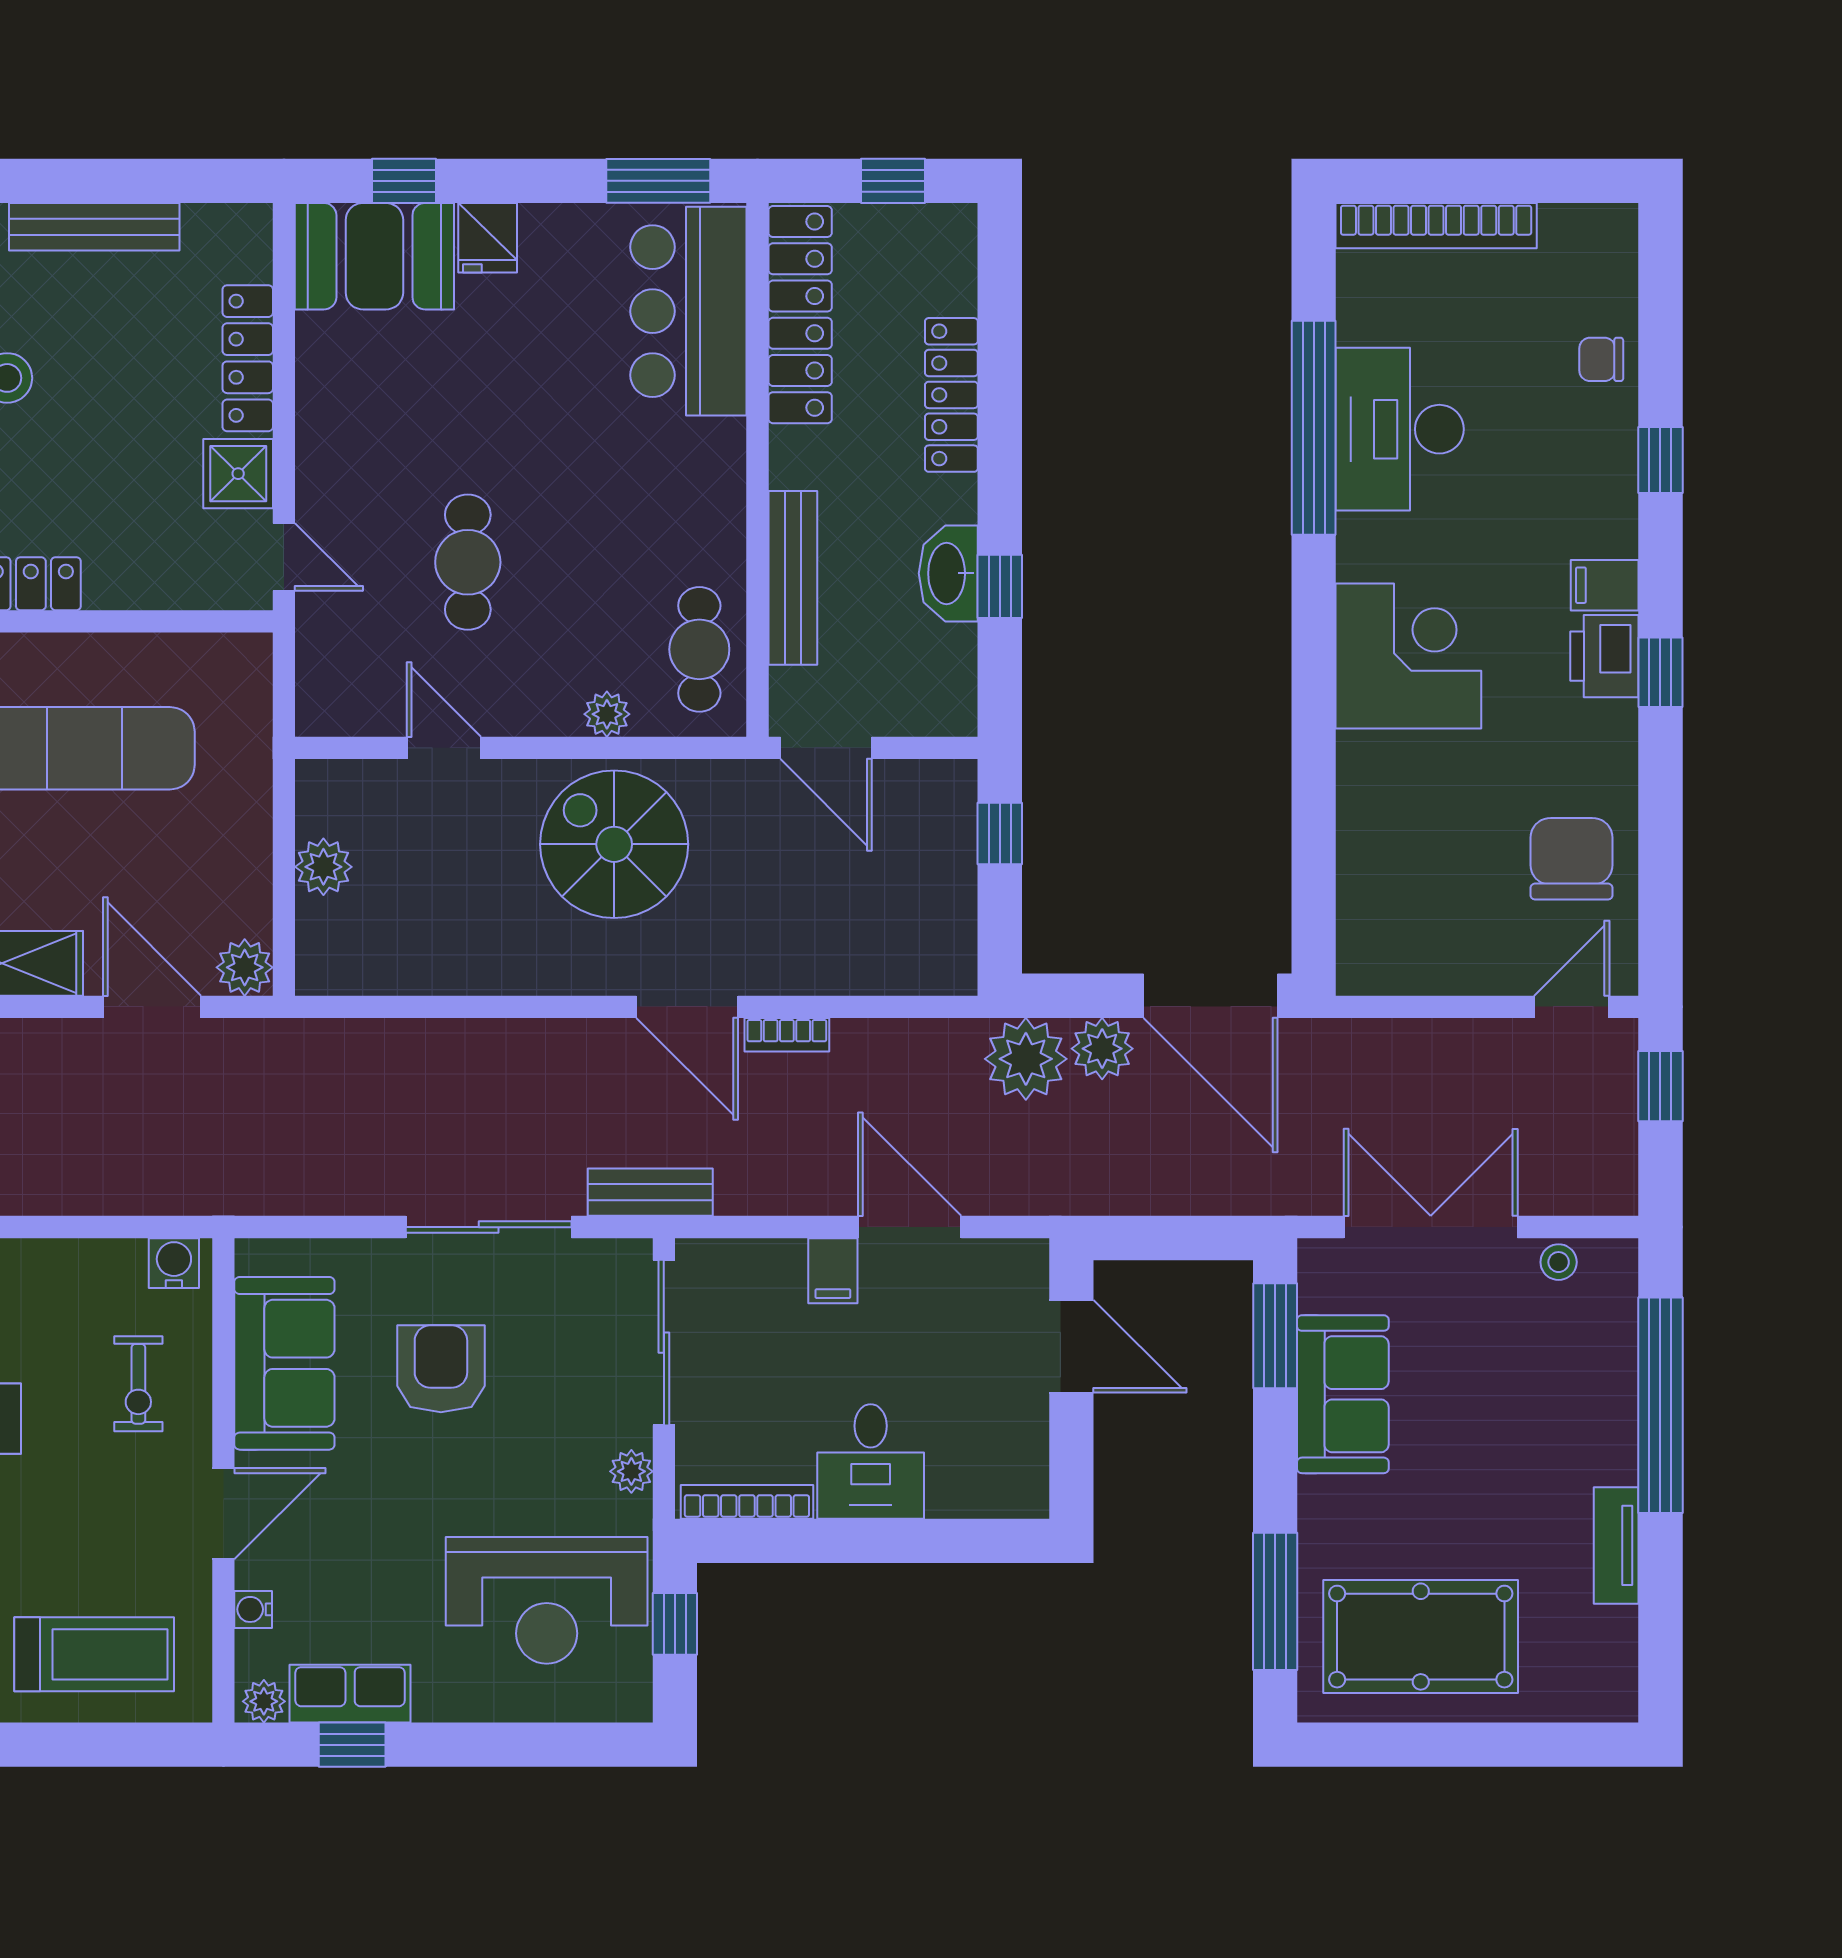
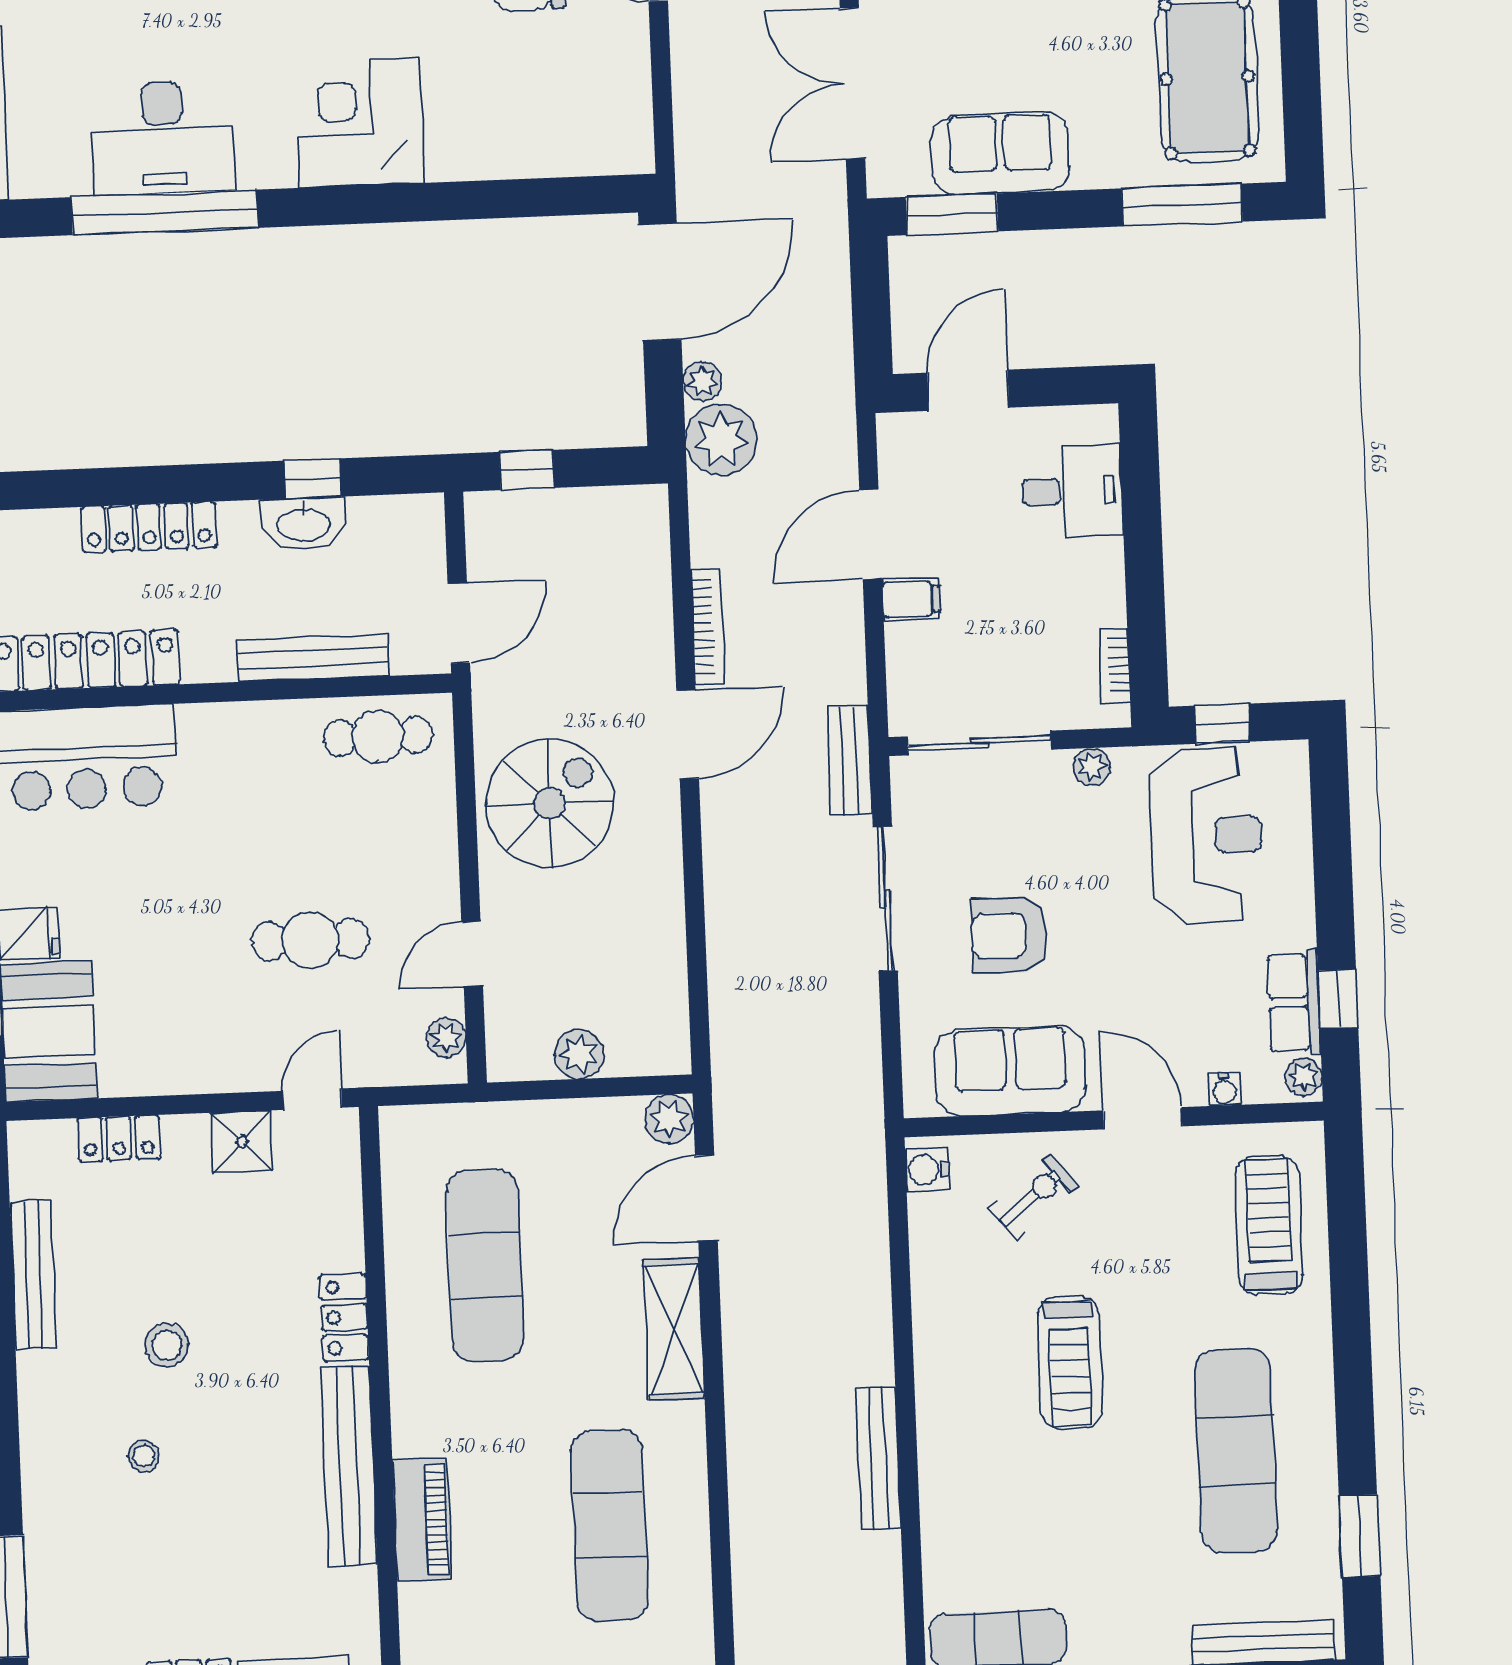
locker: (248, 358) -> (119, 1138), width x0.66
plant: (607, 714) -> (446, 1038), moved
spiral stairs: (614, 844) -> (550, 803), turned 180
bookcase: (787, 1035) -> (708, 627), width x1.56
plant: (1102, 1049) -> (703, 381), width x0.73, depth x0.73
exercise bike: (138, 1384) -> (1033, 1196), turned -39
desk: (871, 1461) -> (1072, 491), moved
bookcase: (747, 1502) -> (1114, 666), width x0.64

